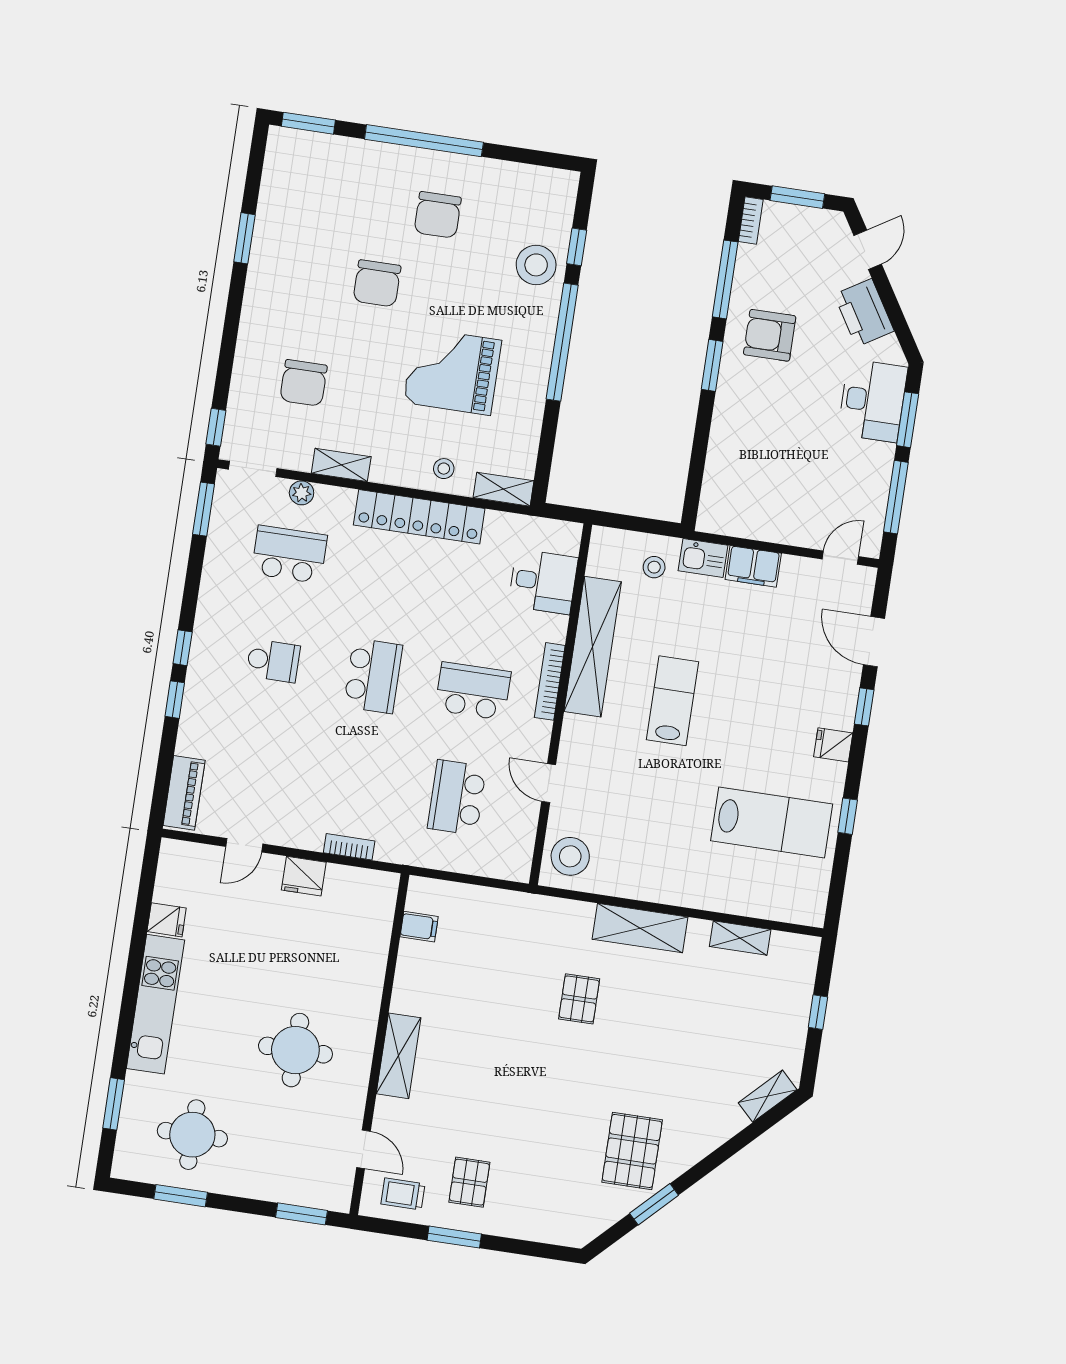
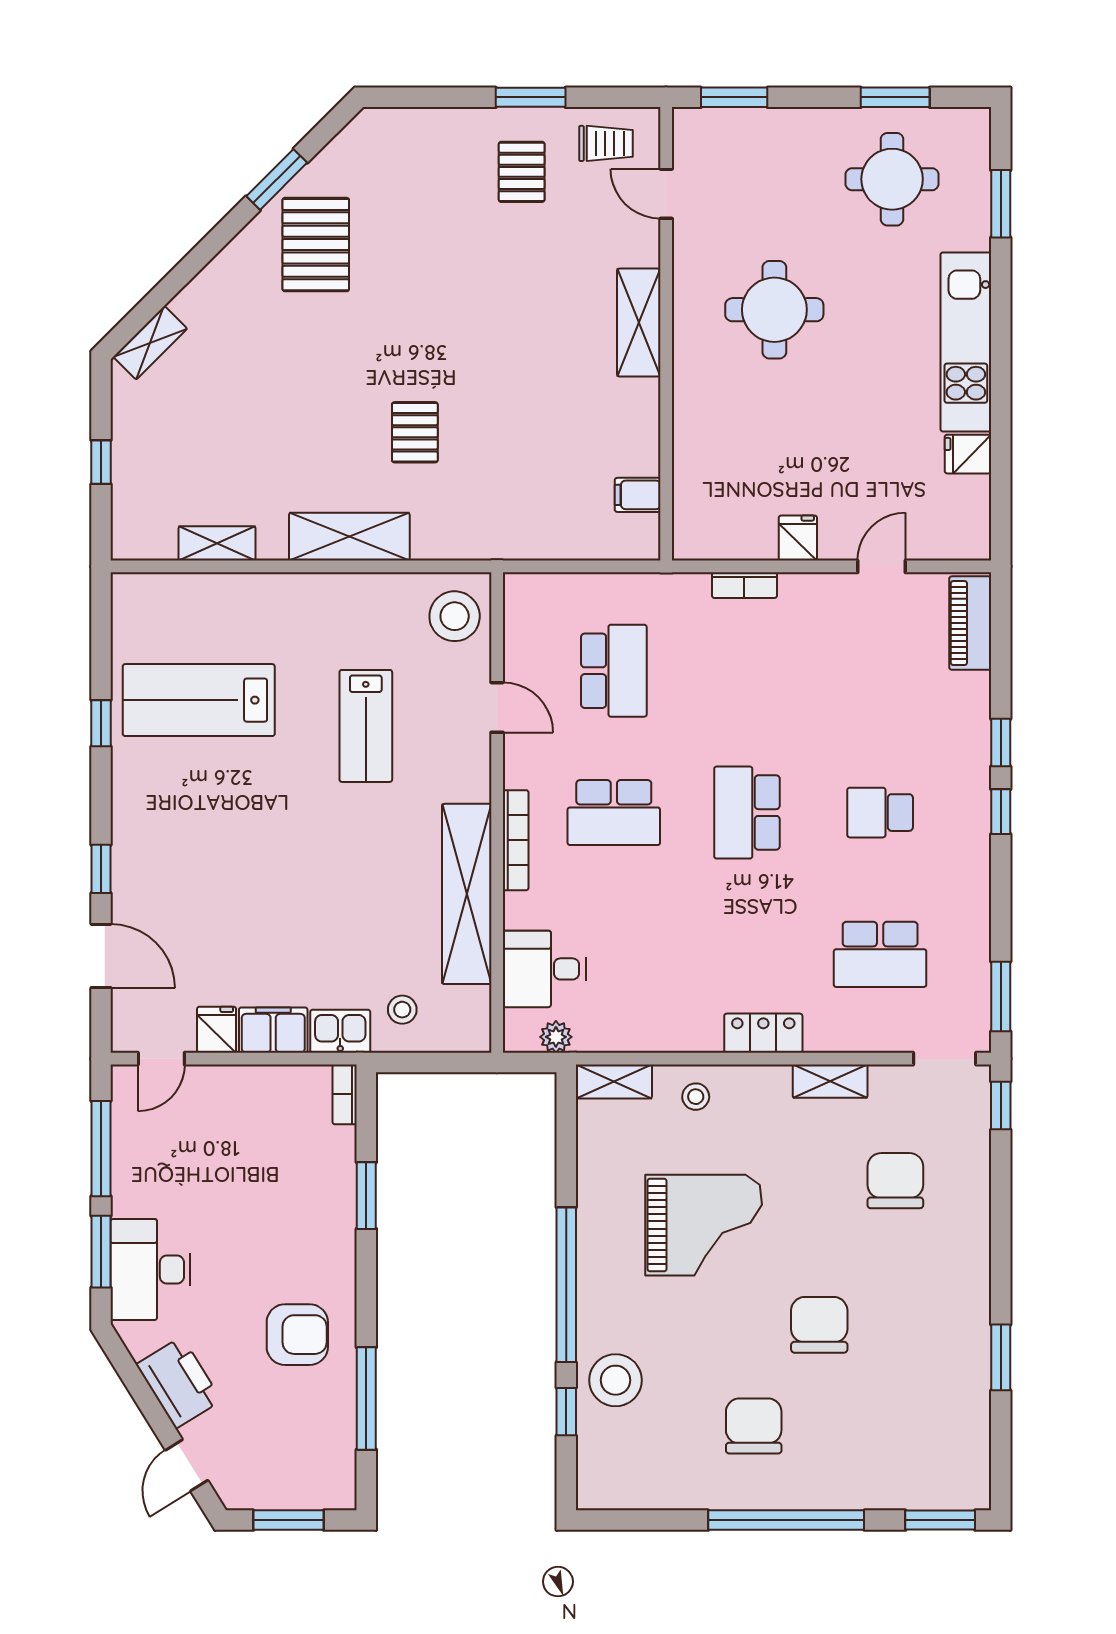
bookcase: (751, 220) -> (345, 1094), moved
window: (712, 365) -> (366, 1196), moved
plant: (302, 493) -> (556, 1037), moved
locker: (419, 517) -> (763, 1033), width x0.46, depth x0.83
lab bench: (672, 701) -> (366, 726), moved
fridge: (833, 745) -> (217, 1030), moved, turned -90
fridge: (304, 876) -> (798, 538), width x0.72

